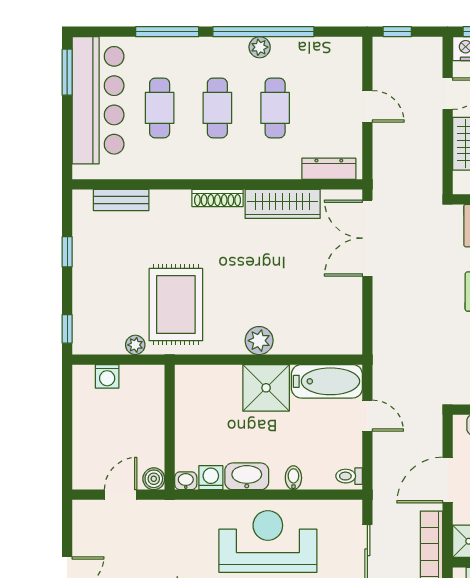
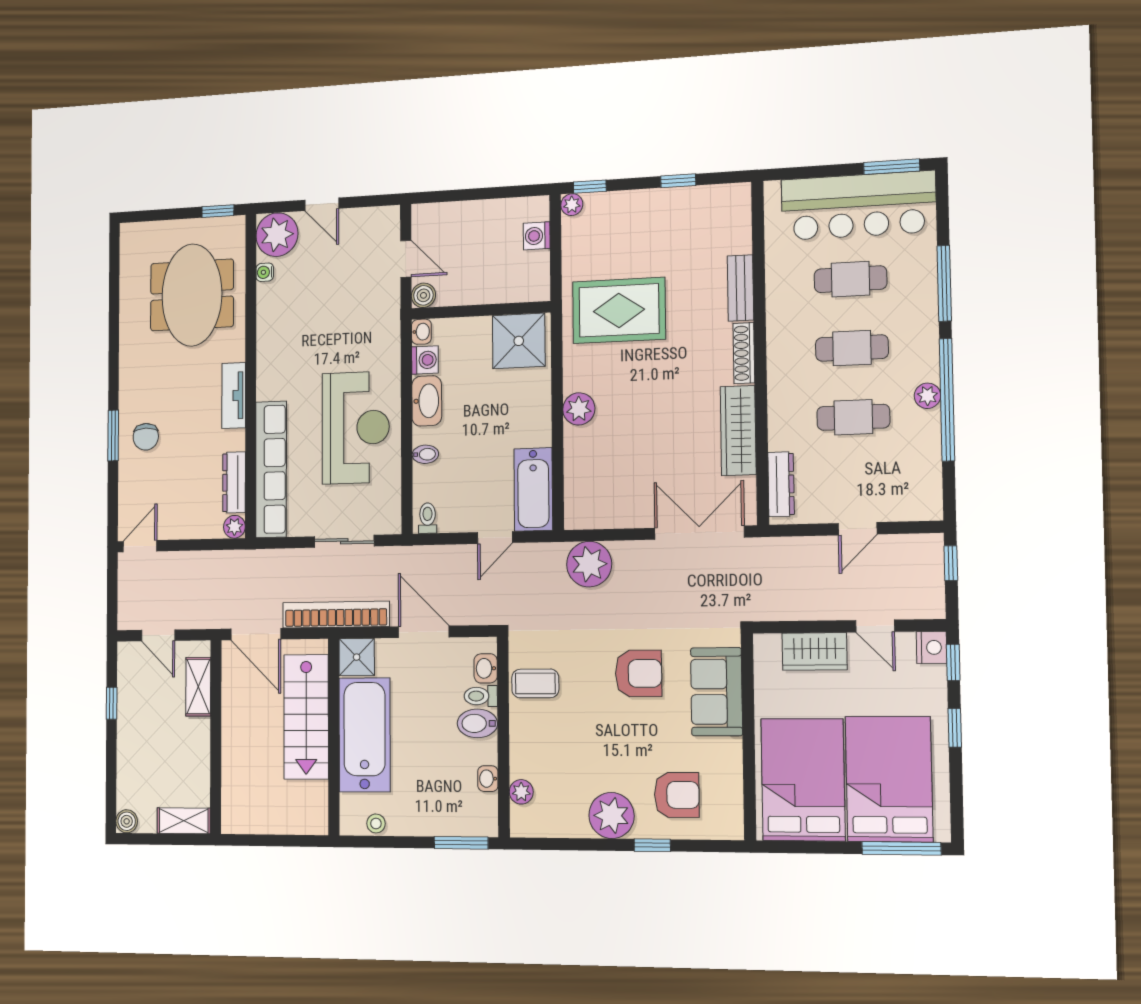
bench: (121, 200) -> (741, 288), moved
plant: (392, 333) -> (589, 564), added
plant: (135, 345) -> (572, 205), moved
shower: (266, 388) -> (519, 341), moved

